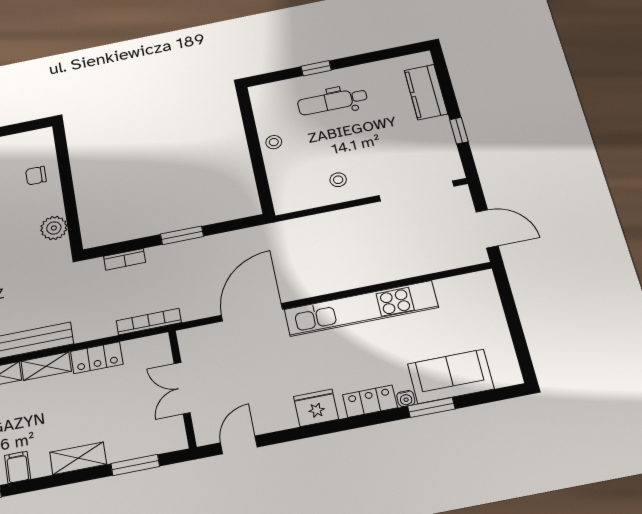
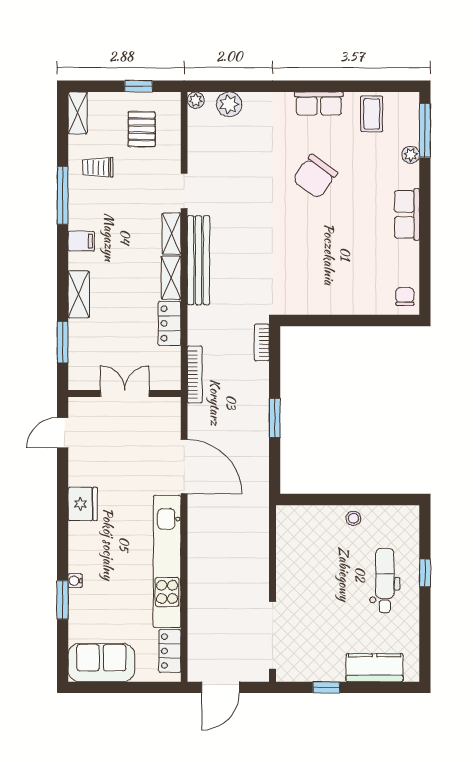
chair: (36, 176) -> (405, 297), moved
stool: (338, 180) -> (300, 568), removed
plant: (54, 228) -> (309, 302), removed
bookcase: (125, 259) -> (262, 343), moved
sofa: (451, 376) -> (101, 663), moved, turned -90
locker: (370, 401) -> (170, 651), moved, turned 180
door: (239, 445) -> (63, 433), swing flipped

